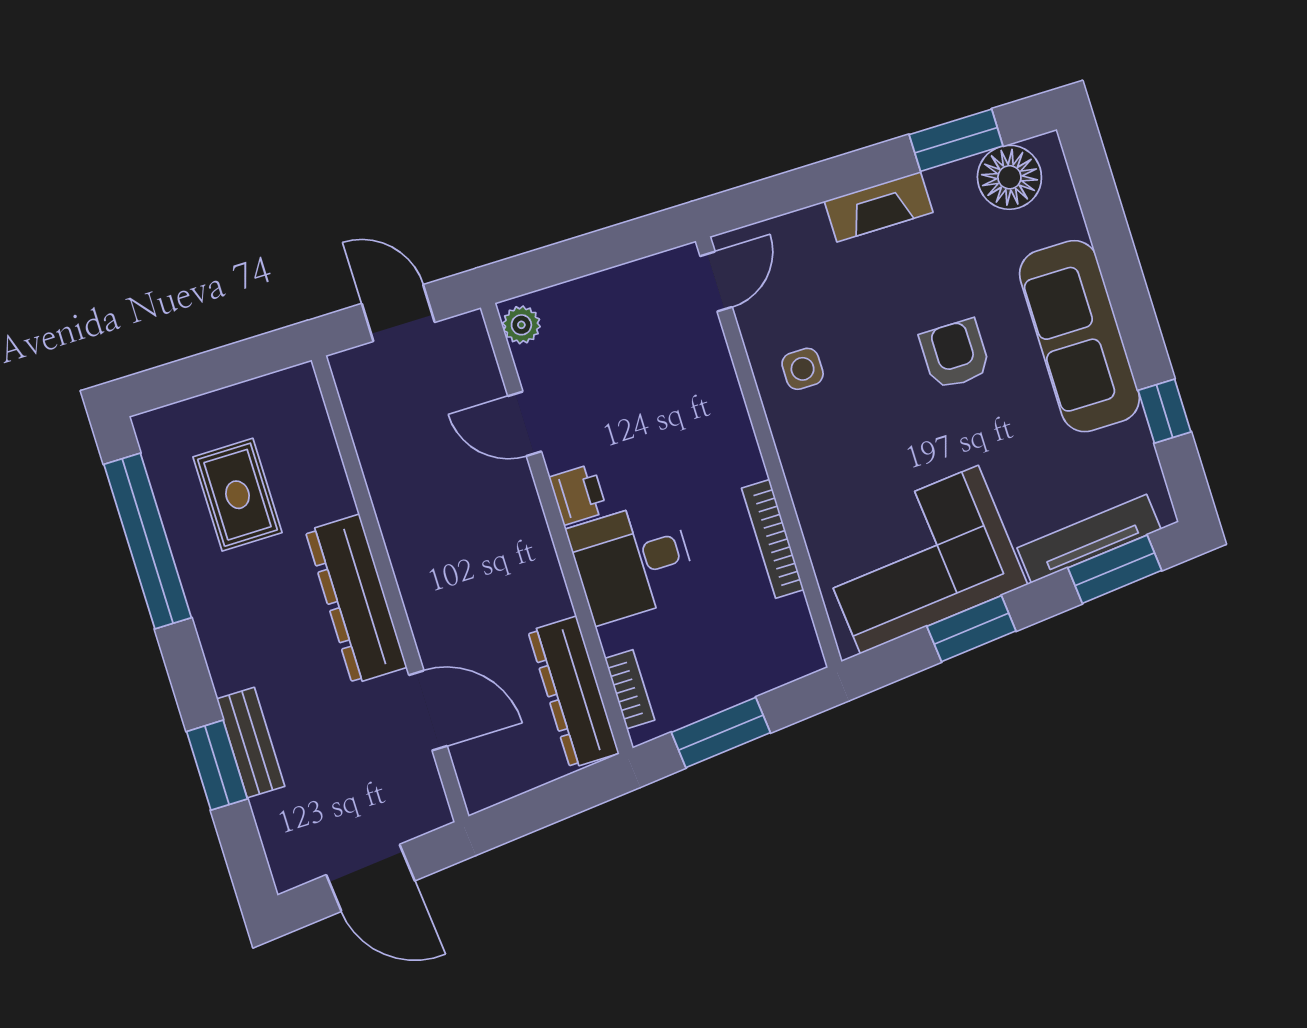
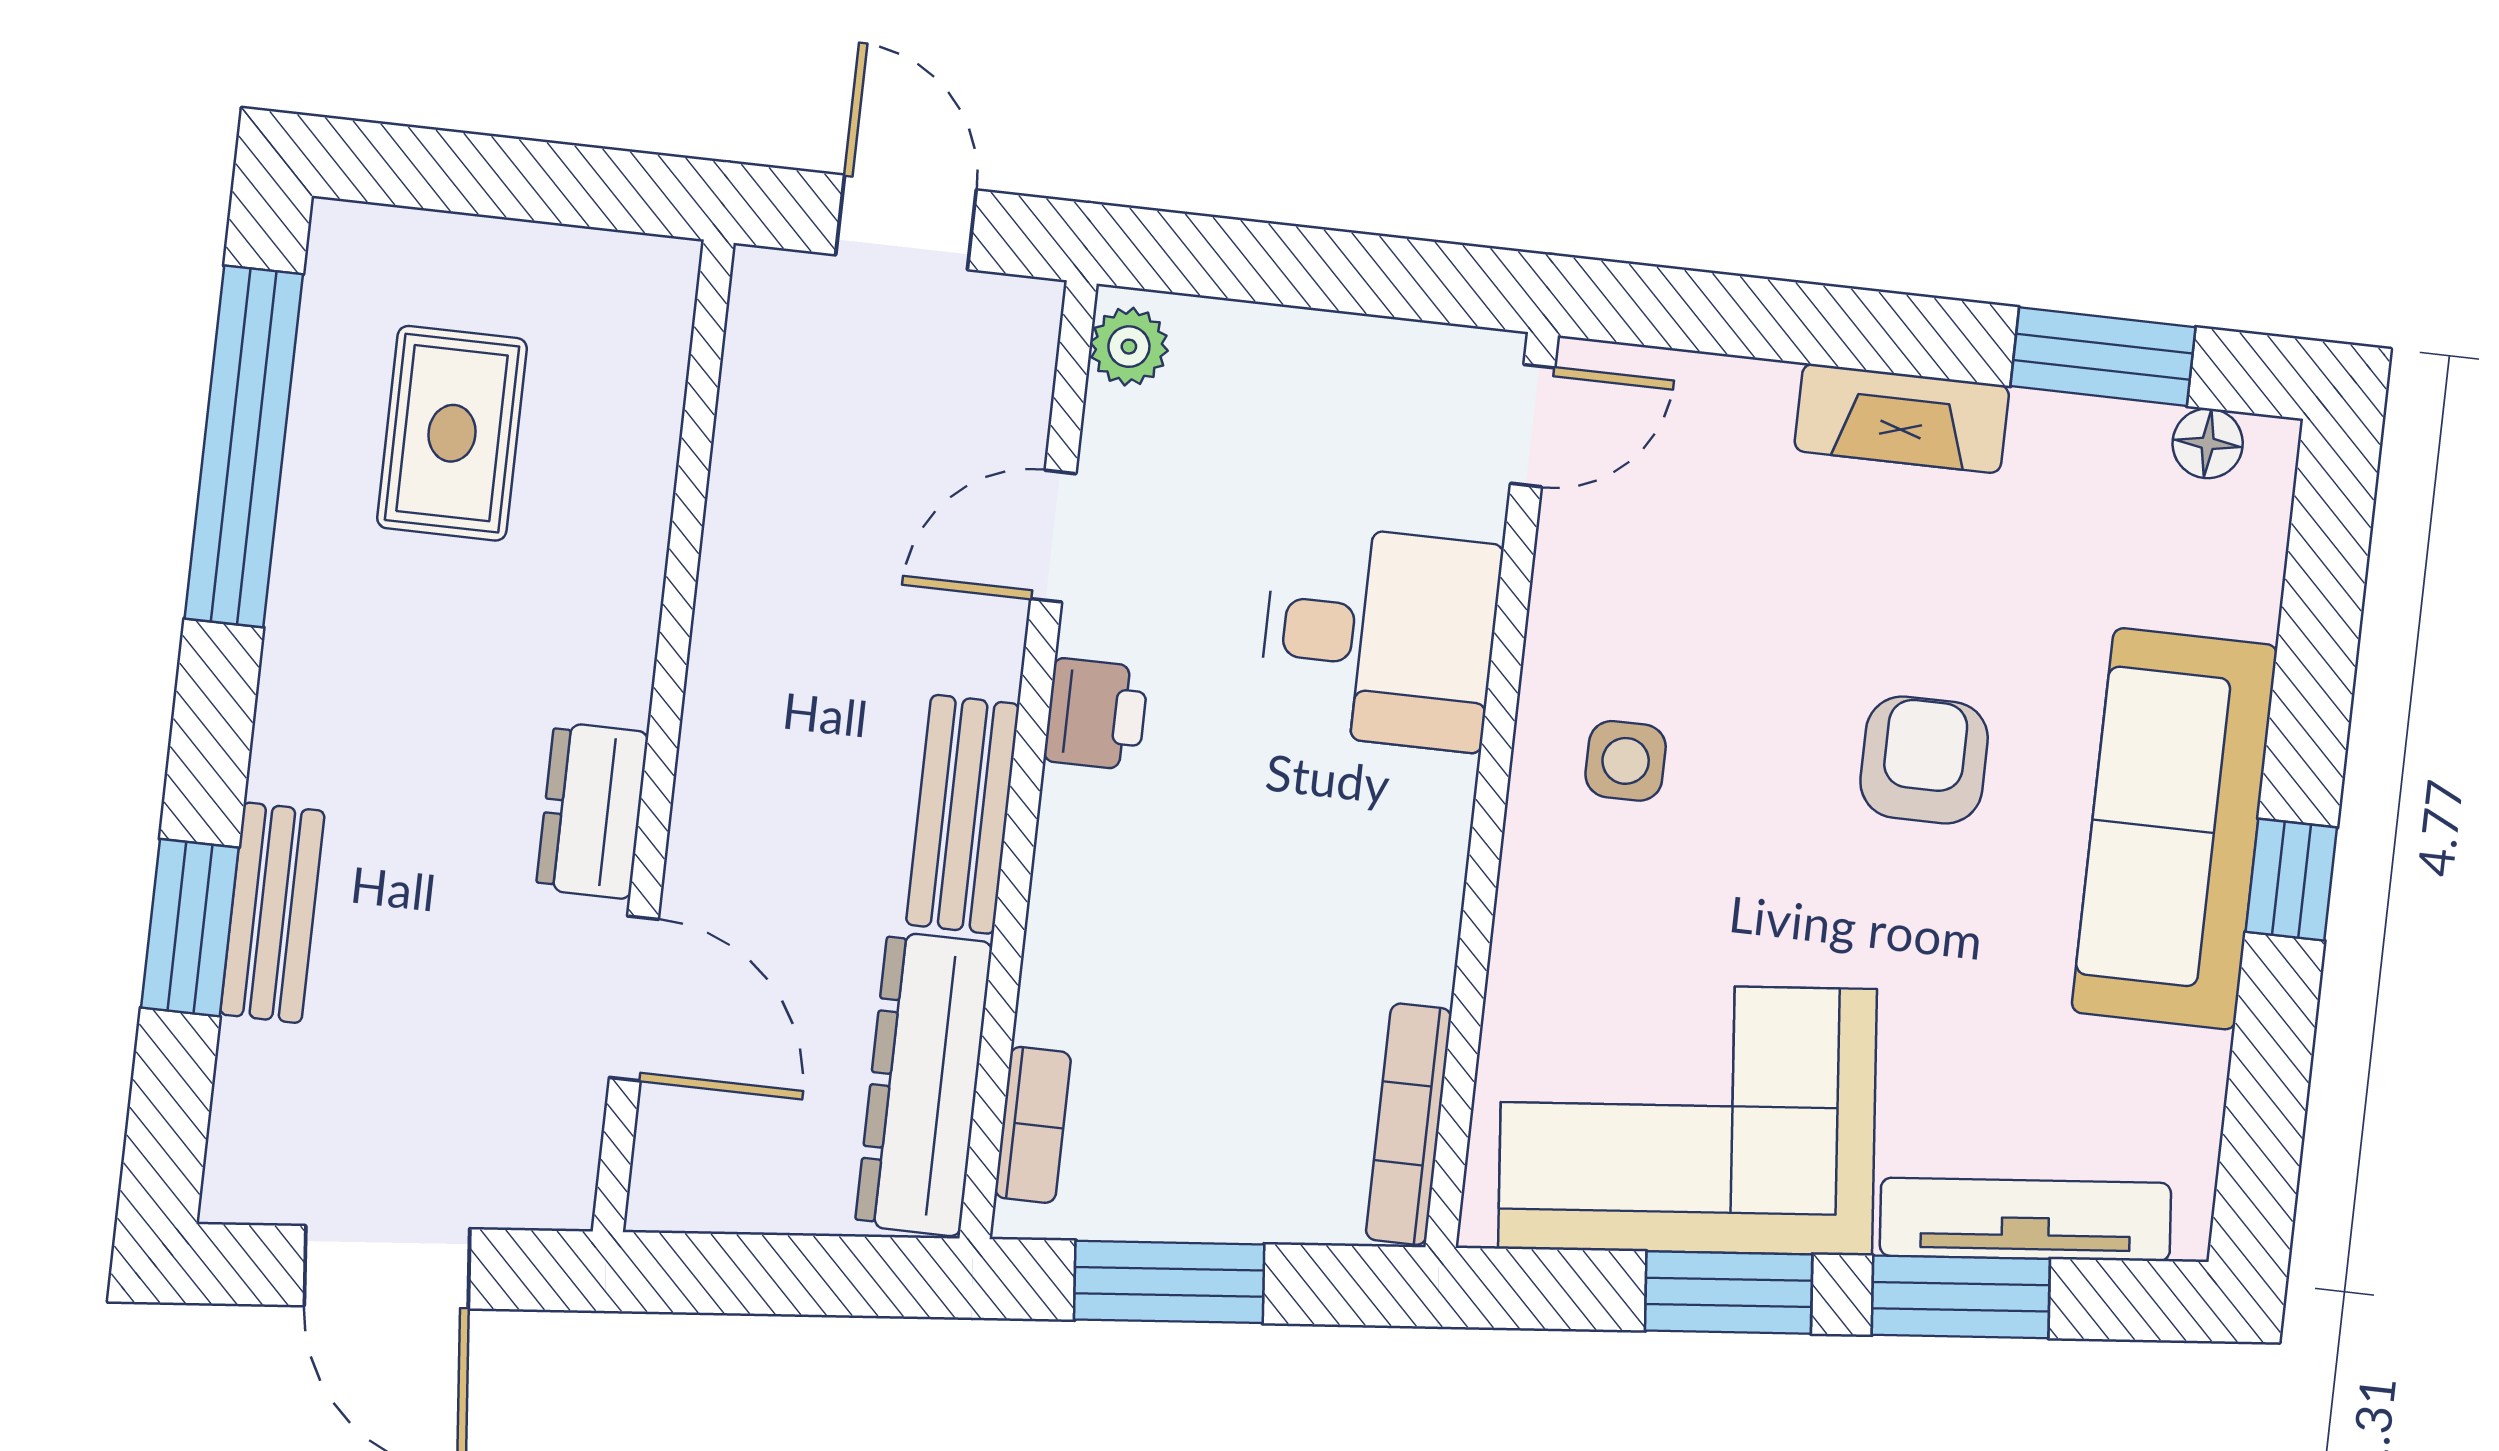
floor lamp: (1009, 177) -> (2208, 443), width x0.53, depth x0.53
side table: (803, 369) -> (1626, 761), moved
window: (1164, 411) -> (2291, 880), moved
door: (525, 424) -> (1053, 536), hinge flipped
bookcase: (773, 539) -> (1409, 1124), moved
desk: (632, 562) -> (1380, 637), moved, turned 180
bench: (538, 565) -> (963, 814), added
window: (1115, 569) -> (1961, 1297), moved
dresser: (356, 599) -> (592, 811), width x0.51, depth x0.80

